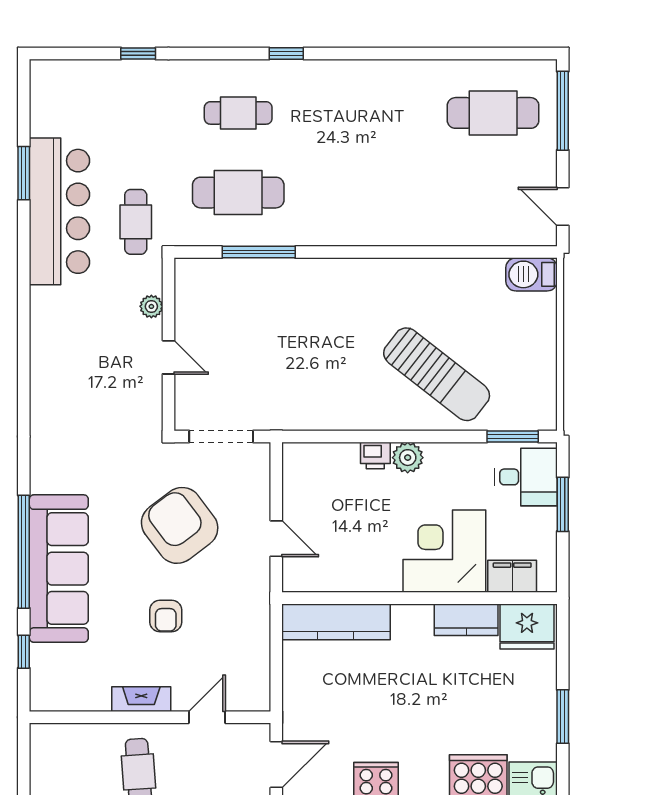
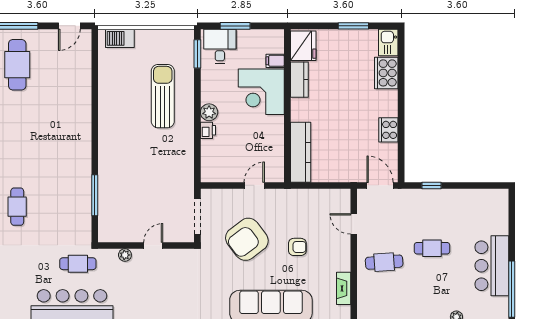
cafe table: (238, 193) -> (62, 207), removed
barbecue: (532, 274) -> (120, 38), moved, turned 90
sun lounger: (437, 374) -> (163, 96), turned -38
filing cabinet: (512, 576) -> (275, 61), width x0.50
fireplace: (141, 699) -> (344, 288), moved

